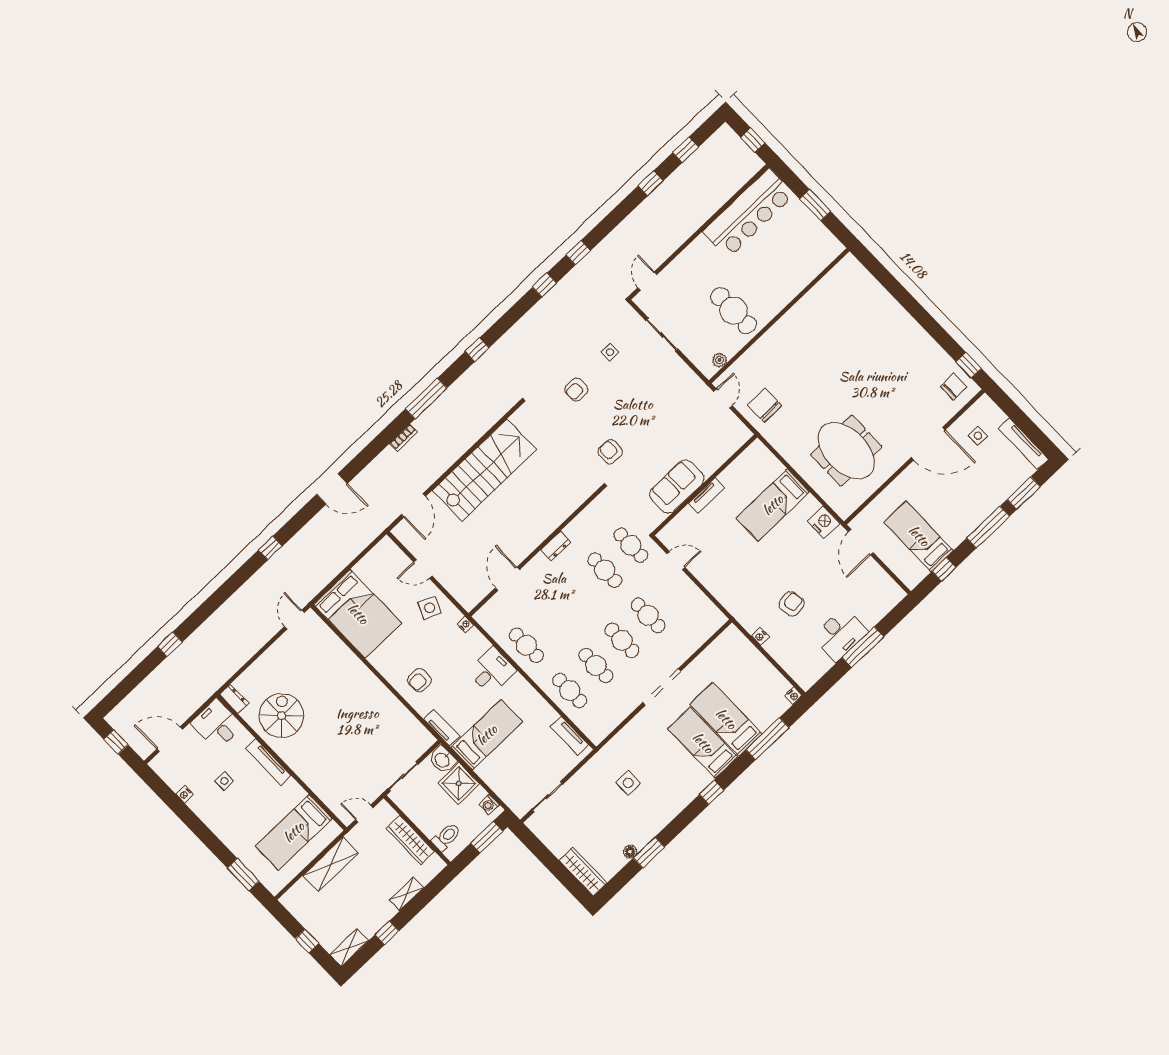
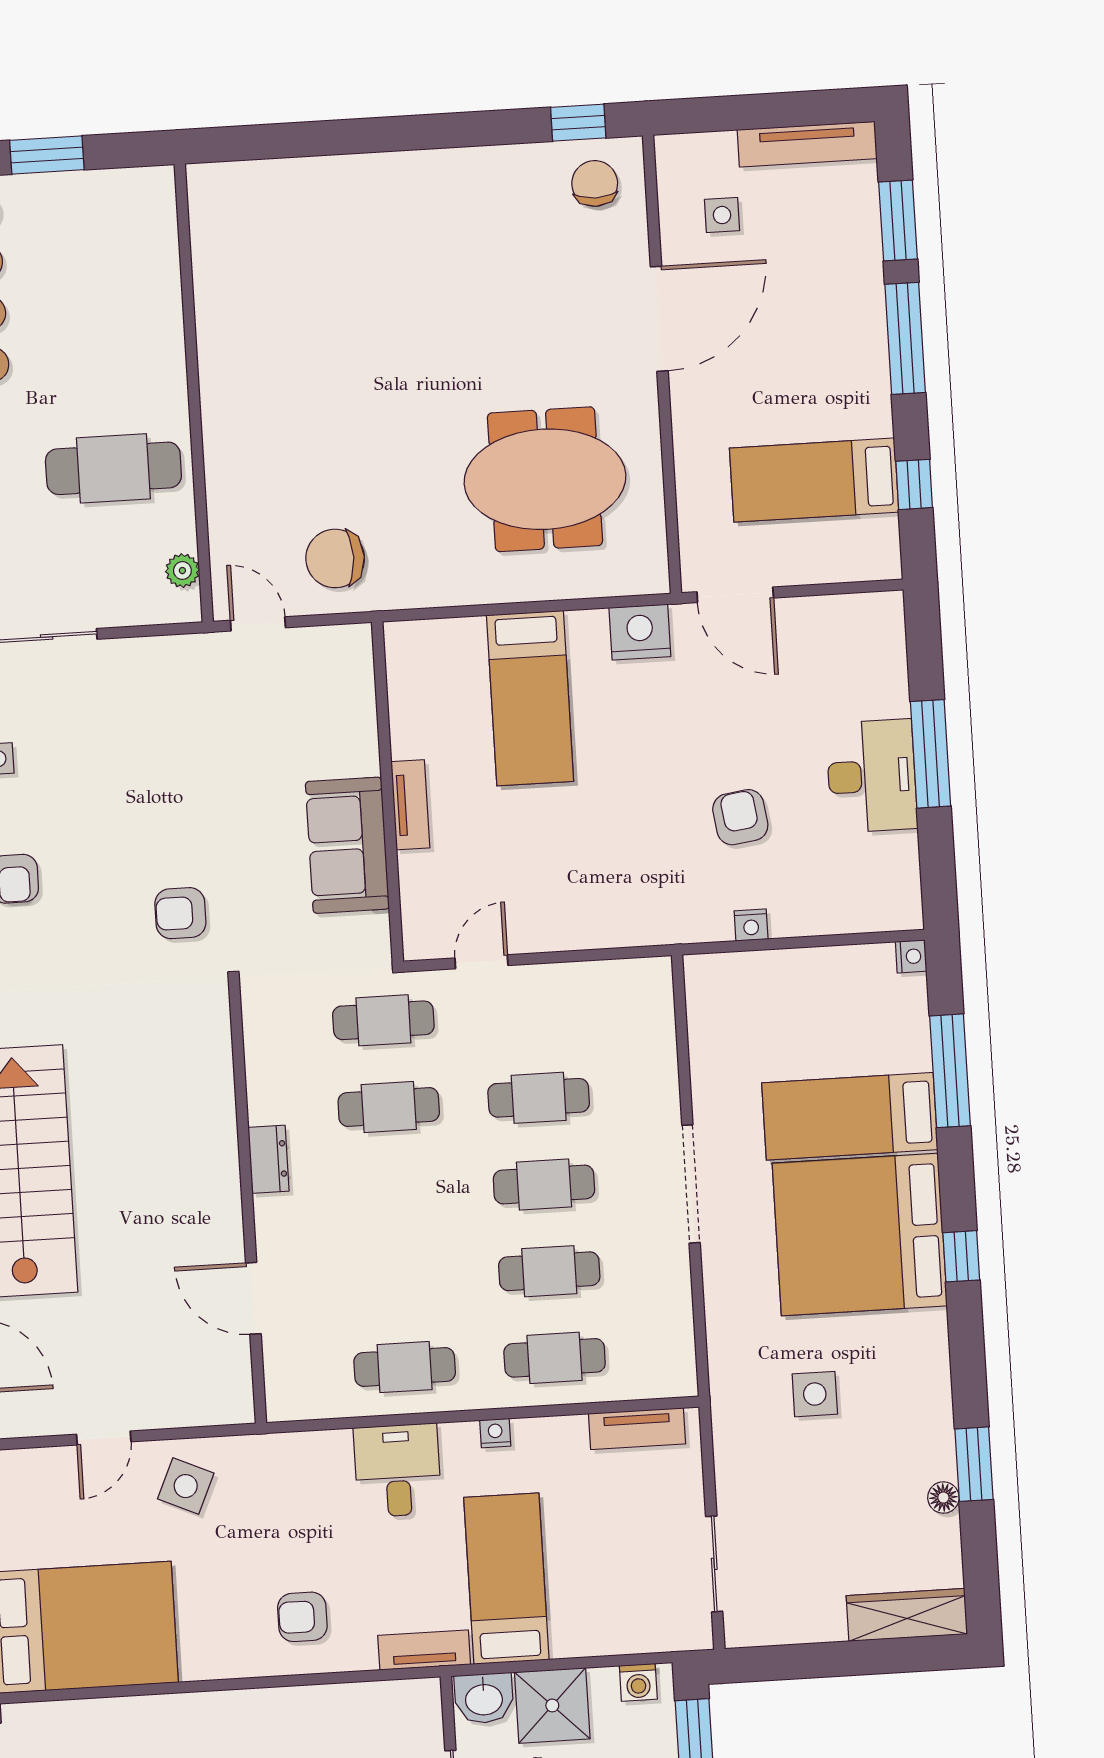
nightstand: (465, 625) -> (495, 1433), moved
armchair: (419, 680) -> (302, 1617), turned 90
bed: (703, 743) -> (860, 1234), width x2.04

